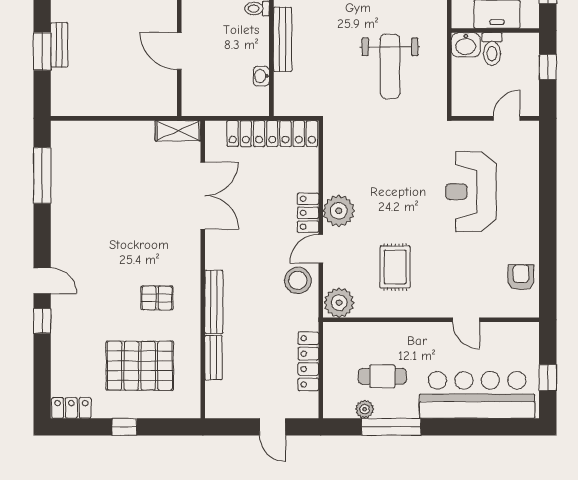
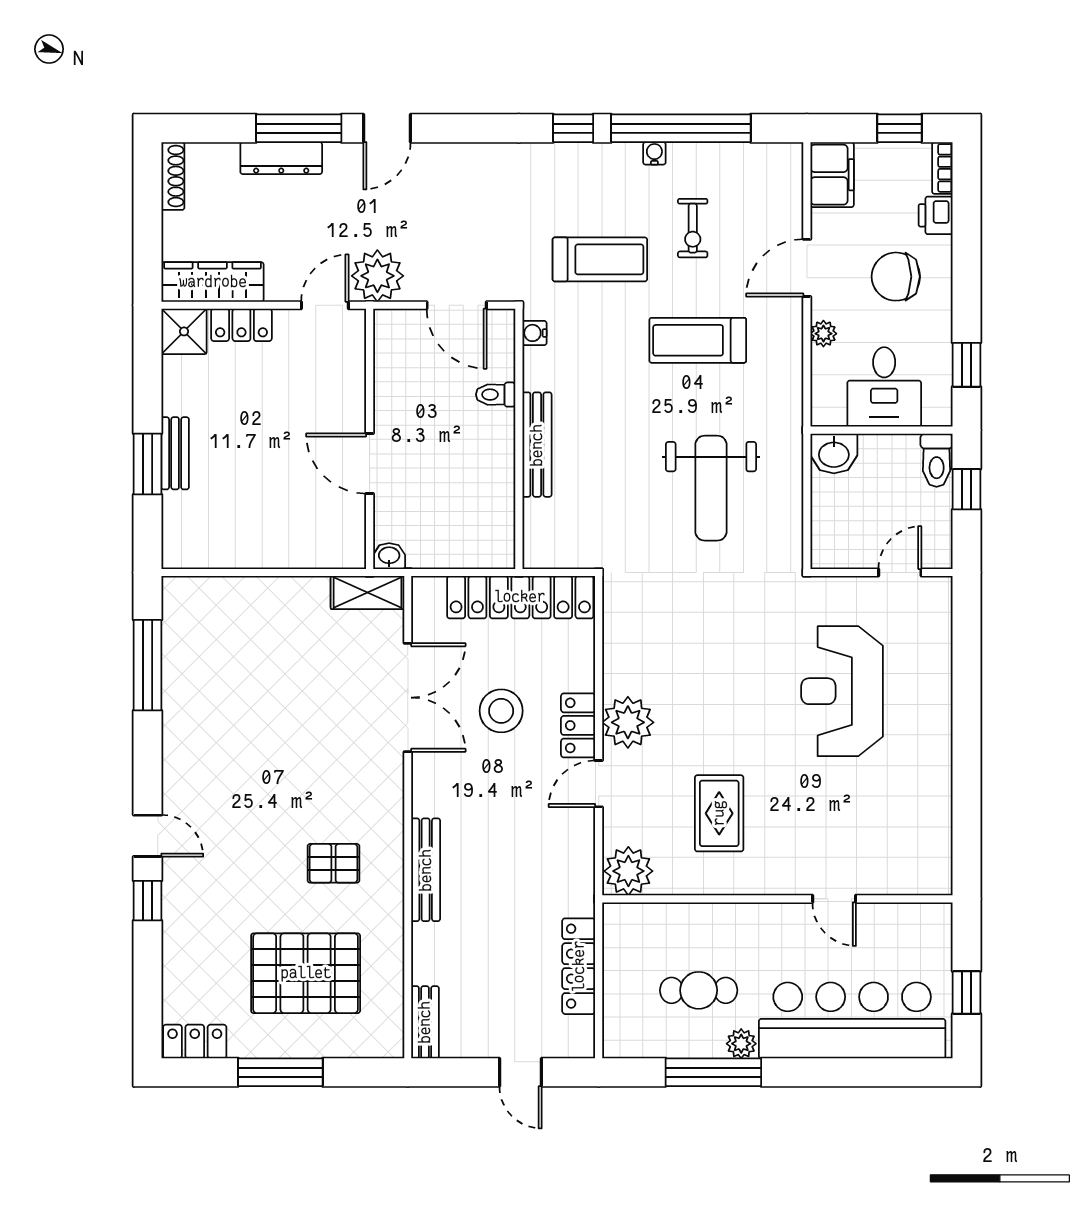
toilet: (492, 49) -> (937, 460), moved
washbasin: (261, 76) -> (389, 556), moved, turned 90
armchair: (521, 277) -> (923, 830), removed
stool: (298, 280) -> (501, 711), moved
bench: (214, 358) -> (425, 1022), moved
plant: (365, 409) -> (741, 1044), moved
window: (124, 427) -> (280, 1072), width x2.17

